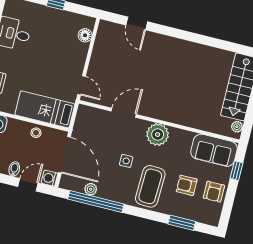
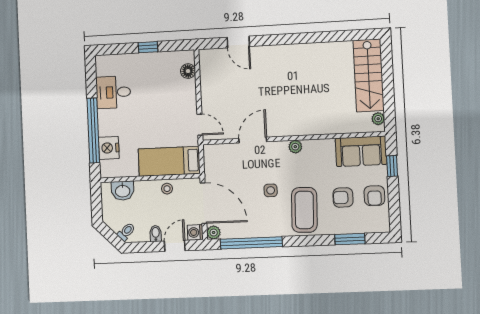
plant: (158, 135) -> (295, 147), width x0.53, depth x0.53
plant: (91, 189) -> (214, 233), moved

